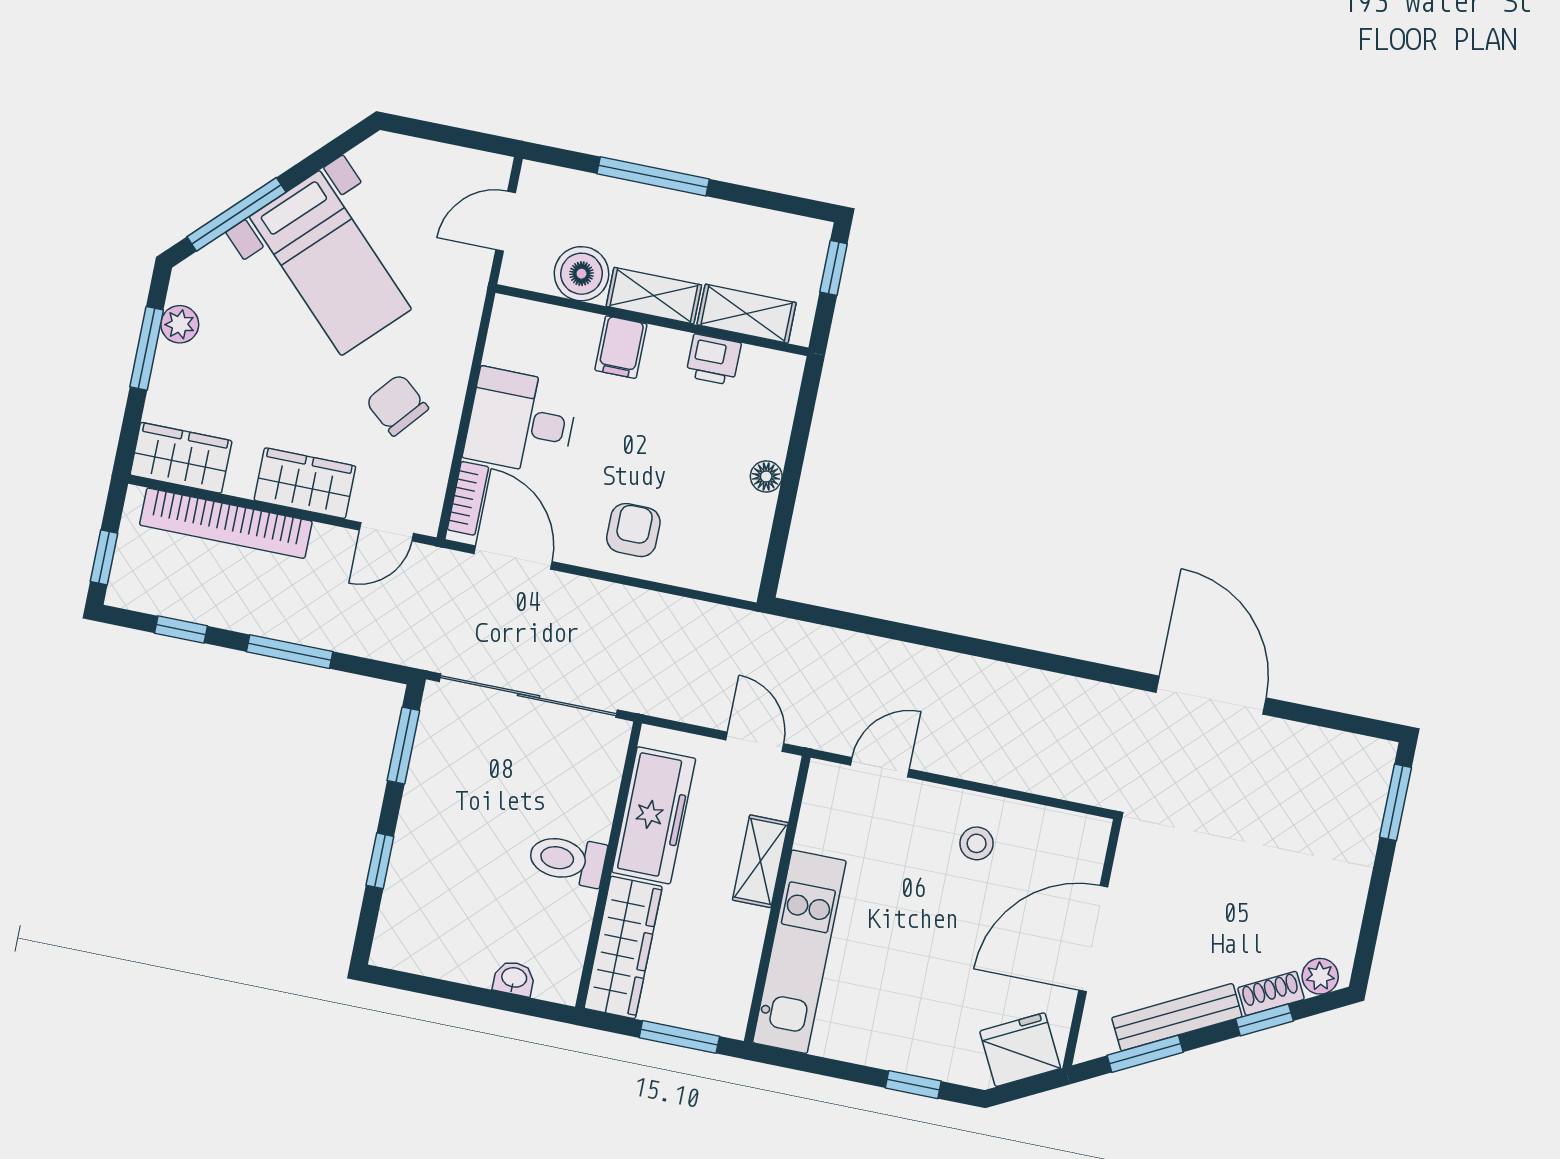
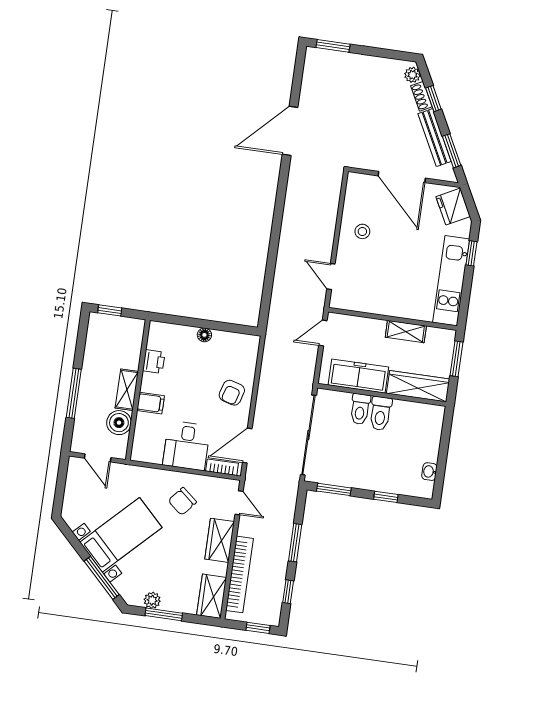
shelving: (747, 314) -> (132, 348), removed
armchair: (633, 530) -> (232, 393), turned -74
toilet: (580, 815) -> (360, 409), added
shelving: (760, 861) -> (406, 332), moved
kitchen unit: (799, 952) -> (451, 281), moved, turned -90
washbasin: (514, 978) -> (429, 472), moved

